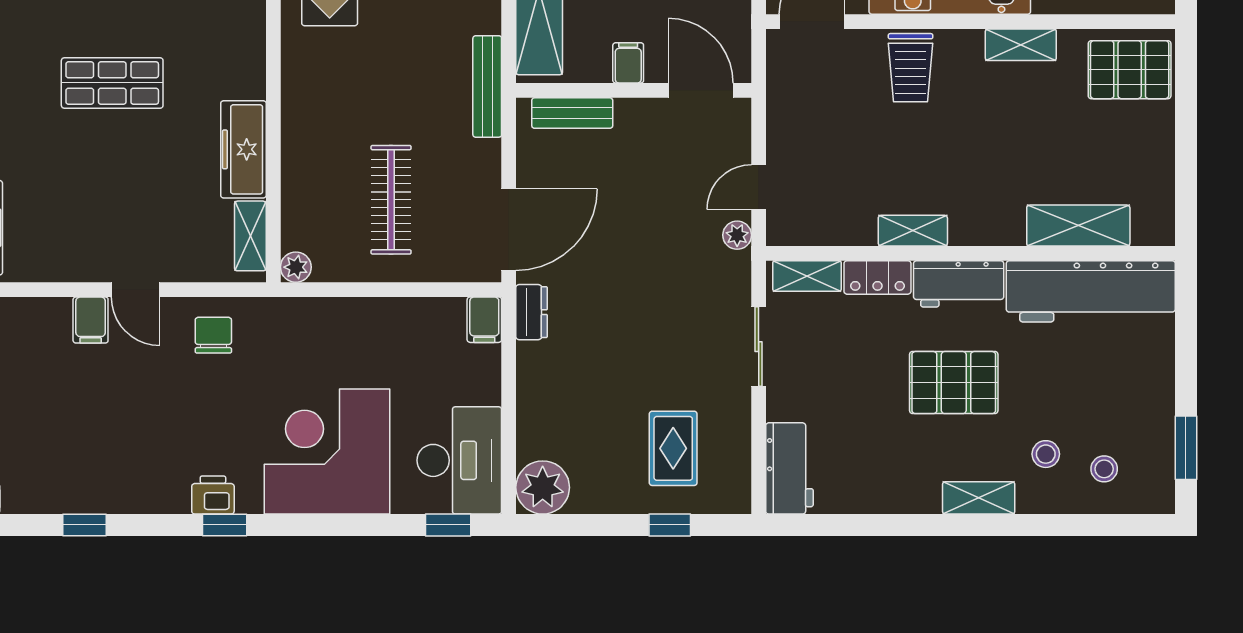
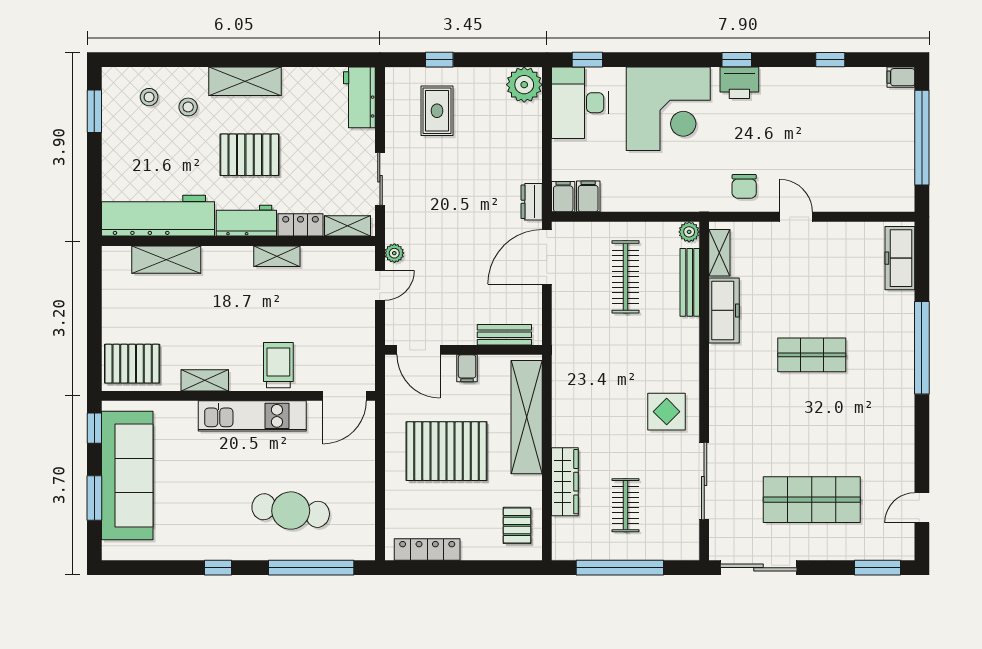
bench: (487, 86) -> (690, 282), moved
filing cabinet: (91, 320) -> (588, 196), moved
printer: (213, 495) -> (739, 83), width x1.36, depth x1.24
shelving: (979, 498) -> (245, 81), width x1.50, depth x1.33

